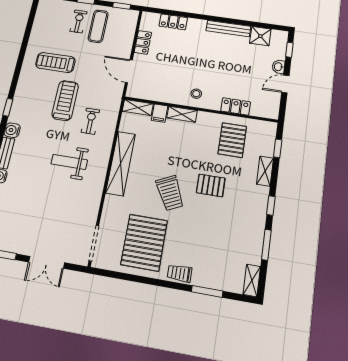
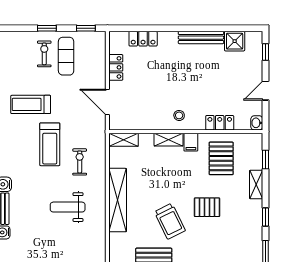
washbasin: (278, 67) -> (257, 123), moved
treadmill: (65, 101) -> (50, 144), turned 180
filing cabinet: (160, 113) -> (191, 142), moved

